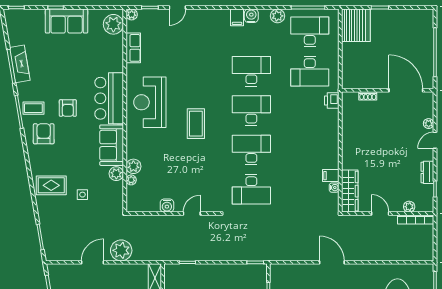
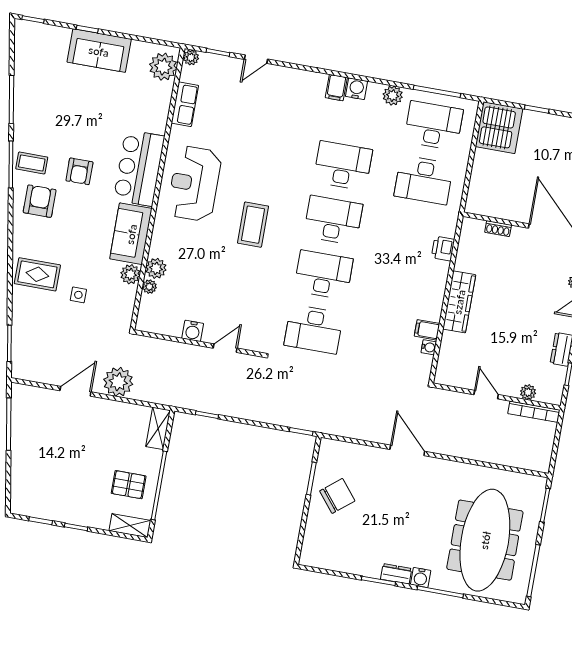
fireplace: (20, 64) -> (24, 98), removed
printer: (332, 100) -> (443, 249), moved
wardrobe: (350, 191) -> (459, 302), moved

